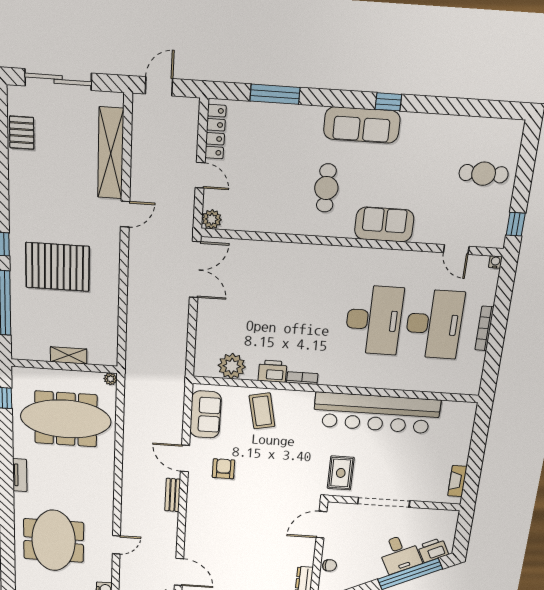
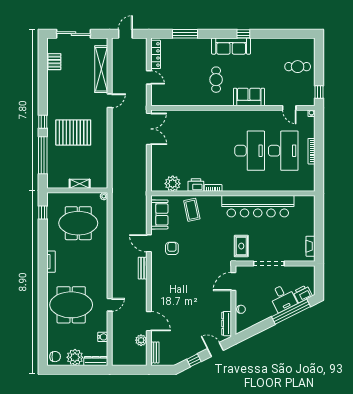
plant: (212, 219) -> (156, 100), removed
meeting table: (66, 419) -> (78, 223), width x0.73
meeting table: (54, 541) -> (71, 305), turned 90

